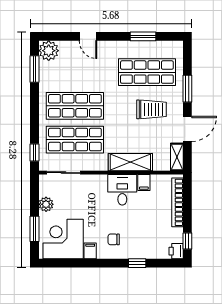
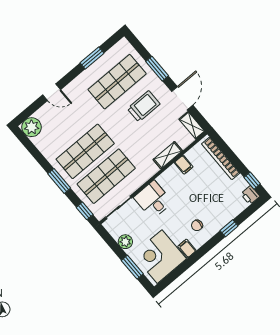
window: (34, 69) -> (59, 181), moved
shelving: (130, 162) -> (168, 155), width x0.67, depth x0.75
desk: (122, 190) -> (153, 200), moved

